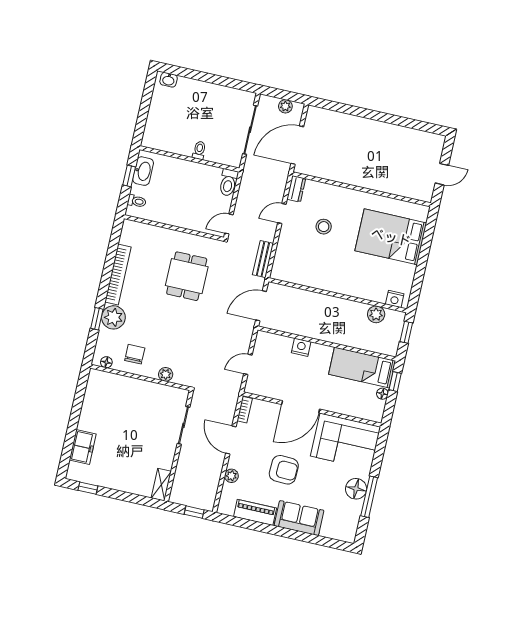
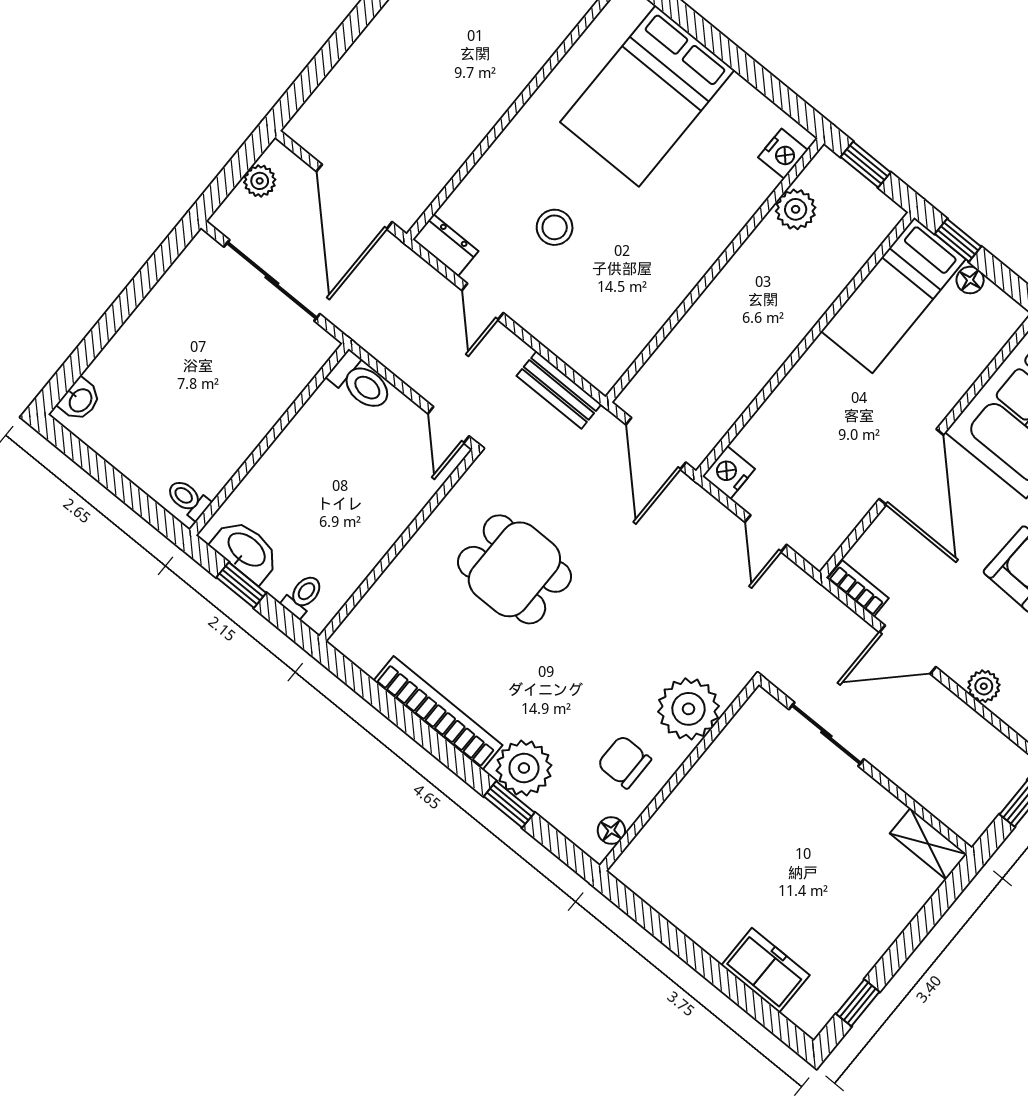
toilet: (199, 150) -> (188, 499), moved
nightstand: (301, 347) -> (729, 473), moved
plant: (166, 374) -> (689, 709), width x1.87, depth x1.87

